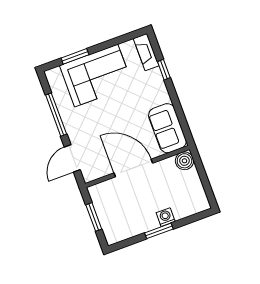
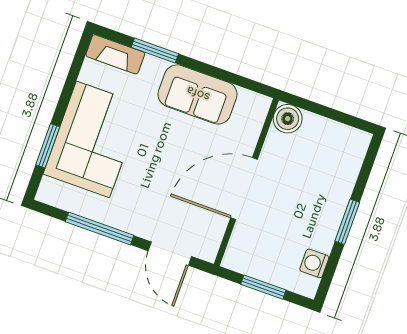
window: (164, 70) -> (155, 51), width x1.50
sofa: (167, 128) -> (198, 94), moved
washing machine: (166, 217) -> (314, 263), moved

